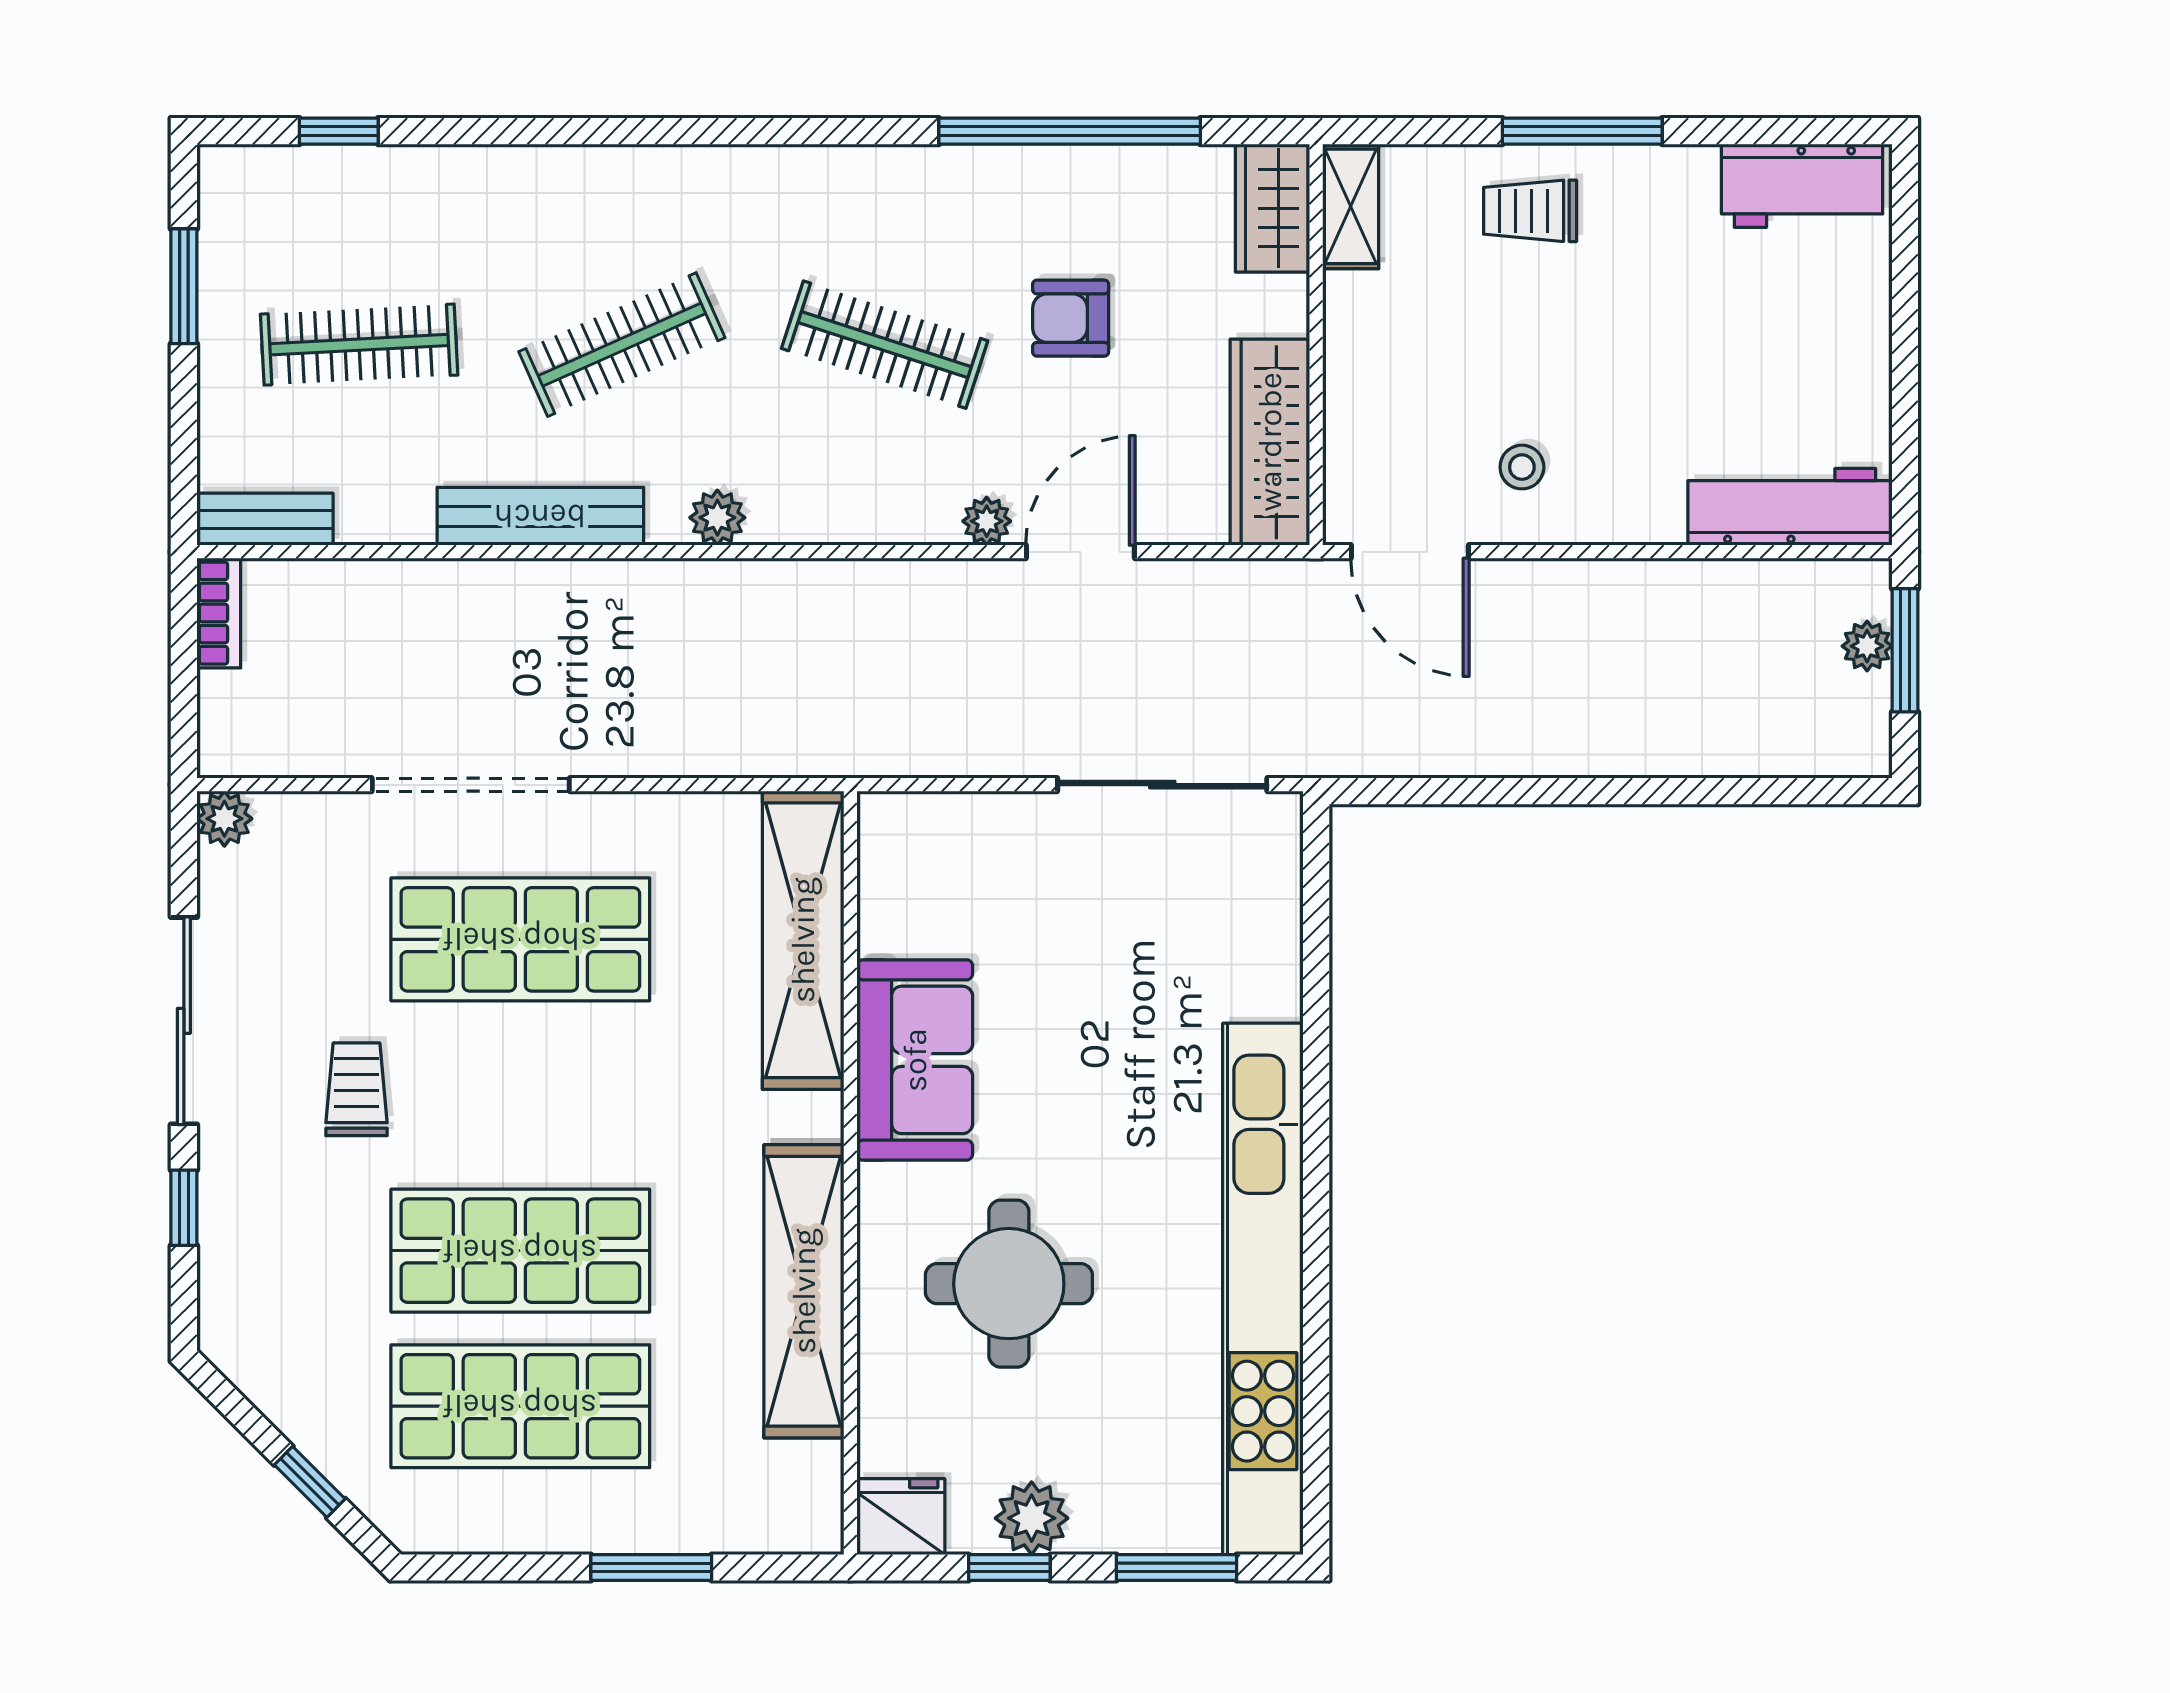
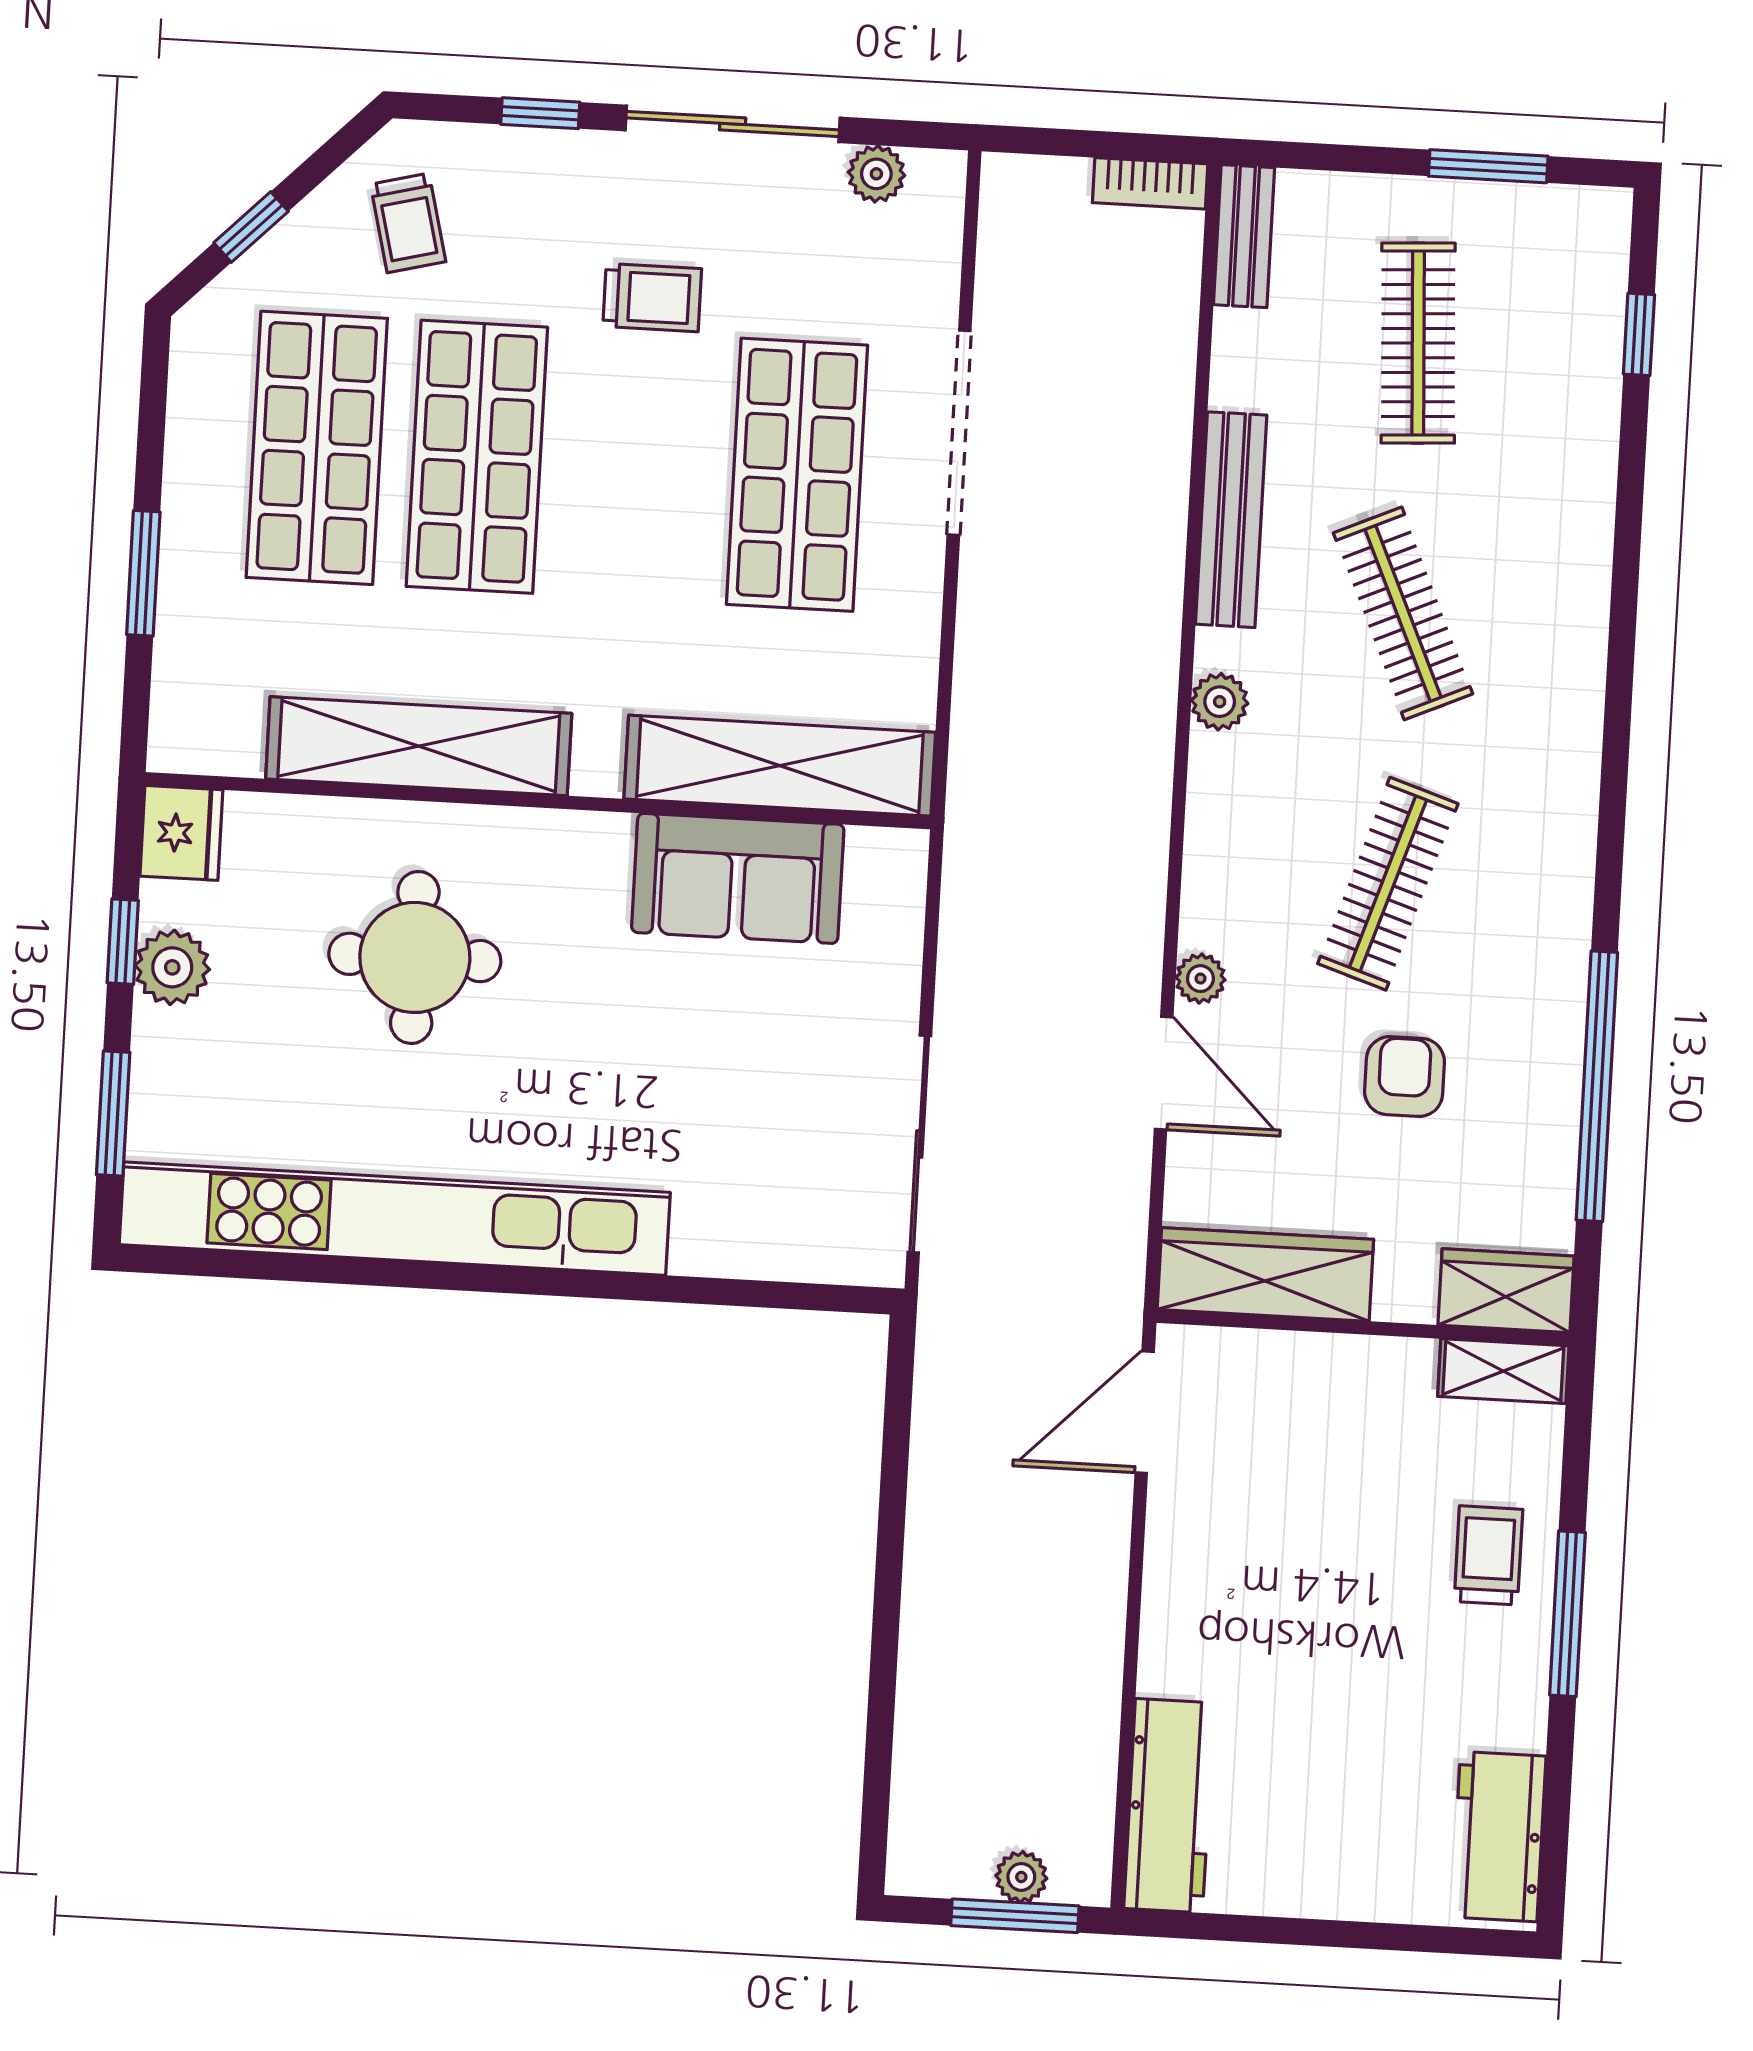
stool: (1522, 467) -> (1225, 1532), removed
plant: (224, 819) -> (876, 174), moved
sofa: (915, 1060) -> (738, 878), moved
trolley: (297, 1330) -> (408, 223), added

